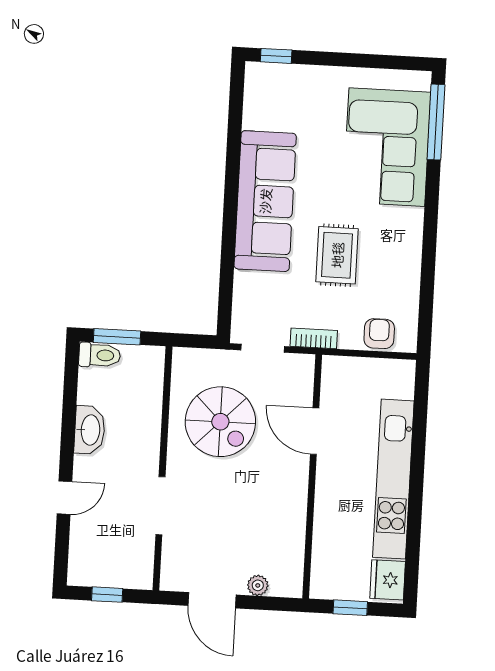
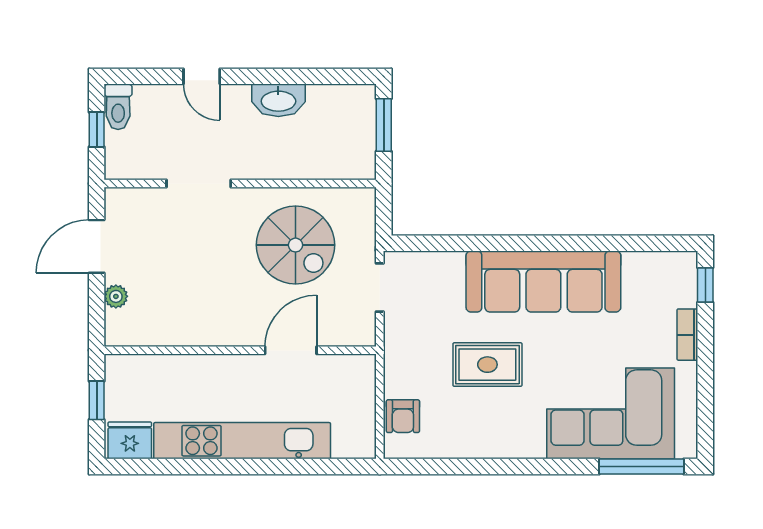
armchair: (379, 334) -> (403, 416), turned 90
bookcase: (314, 338) -> (687, 335), moved, turned 180
toilet: (100, 355) -> (118, 107), moved
spiral stairs: (220, 422) -> (296, 245), turned -90

